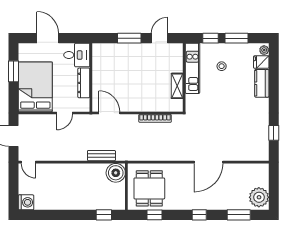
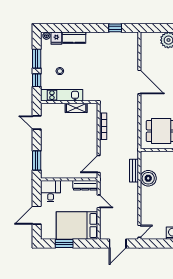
window: (129, 38) -> (37, 161), moved
dresser: (84, 83) -> (85, 185), moved
boiler: (116, 173) -> (148, 178), moved

